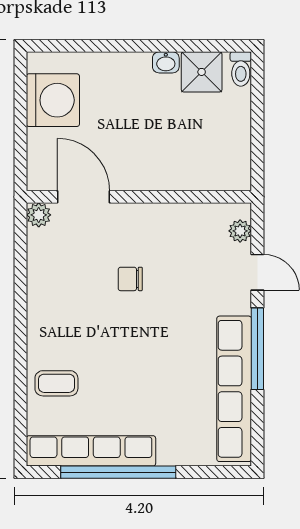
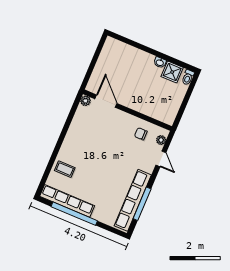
washing machine: (53, 100) -> (110, 59), removed
chair: (130, 279) -> (141, 134), moved
window: (257, 349) -> (142, 204), moved

